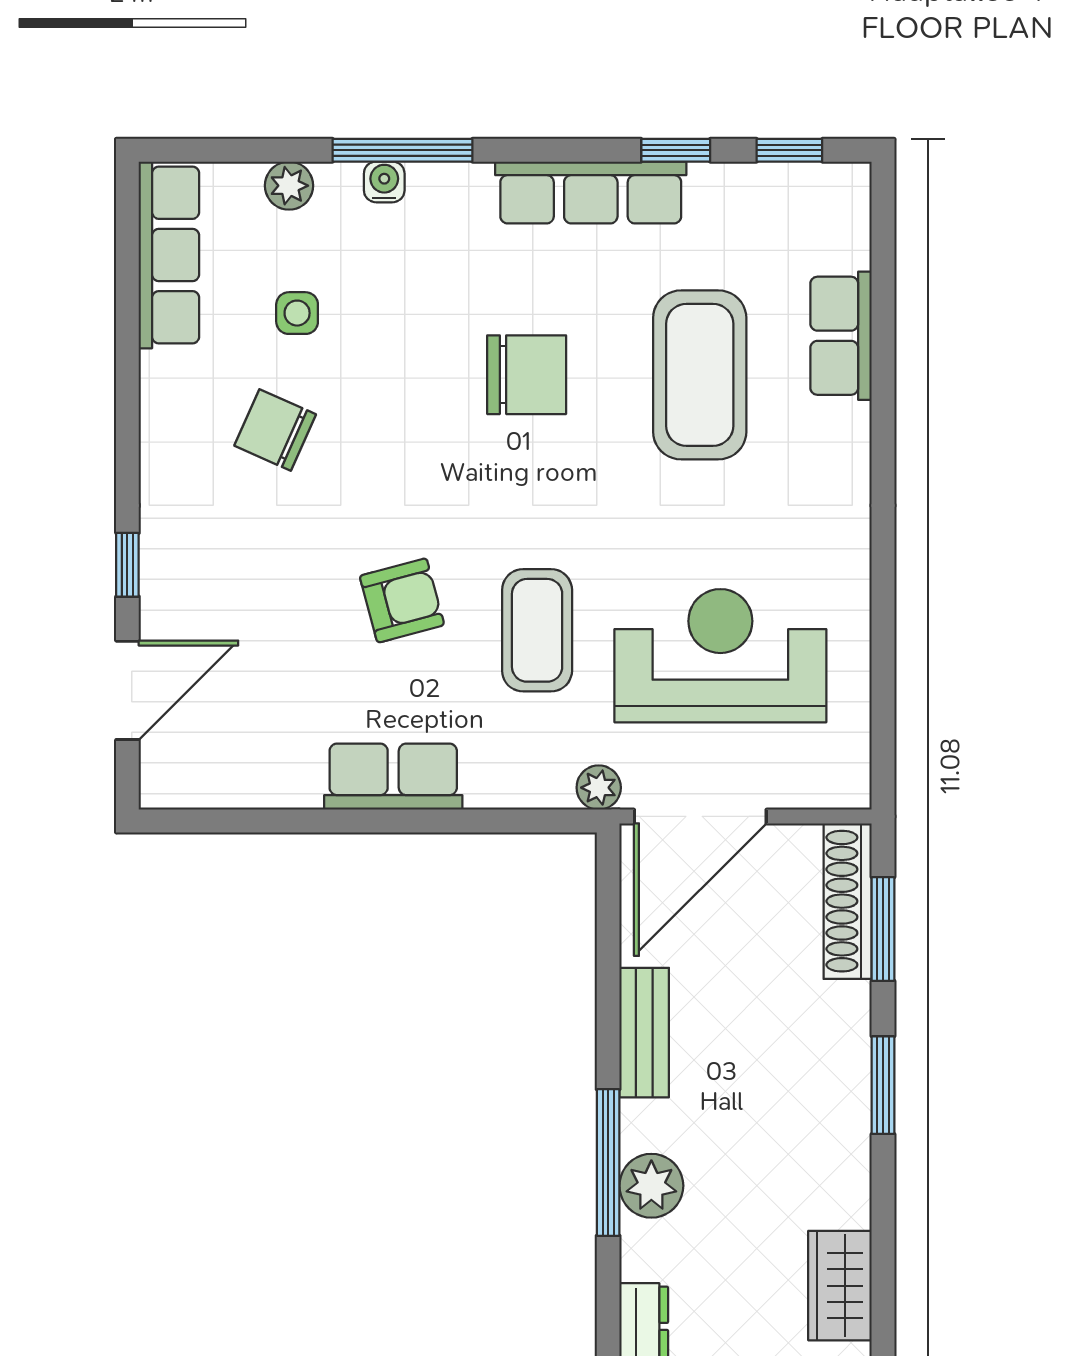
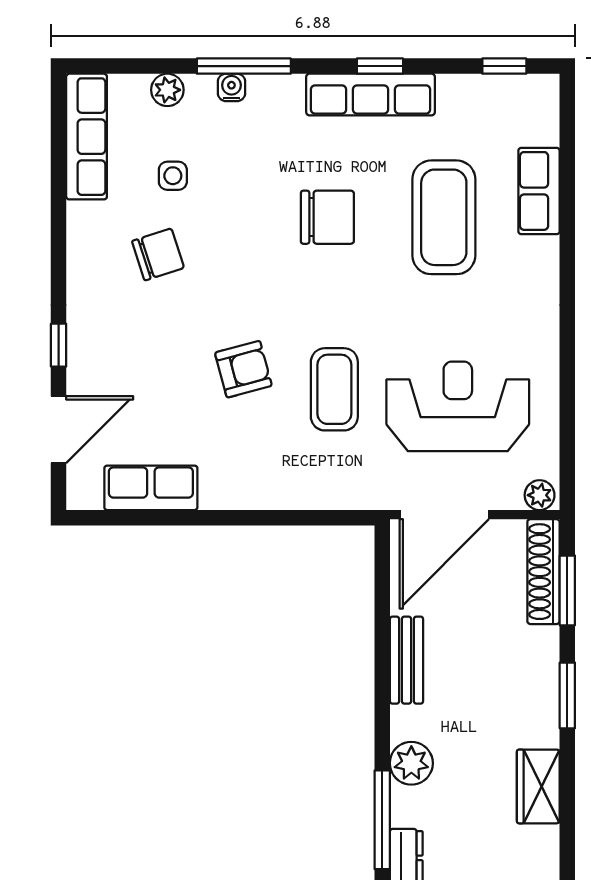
window: (676, 150) -> (380, 66), moved
chair: (275, 430) -> (158, 254), turned 138
row of seats: (393, 777) -> (151, 488), moved
plant: (599, 788) -> (540, 495), moved
window: (608, 1163) -> (382, 820), moved
wardrobe: (840, 1286) -> (538, 786), moved

